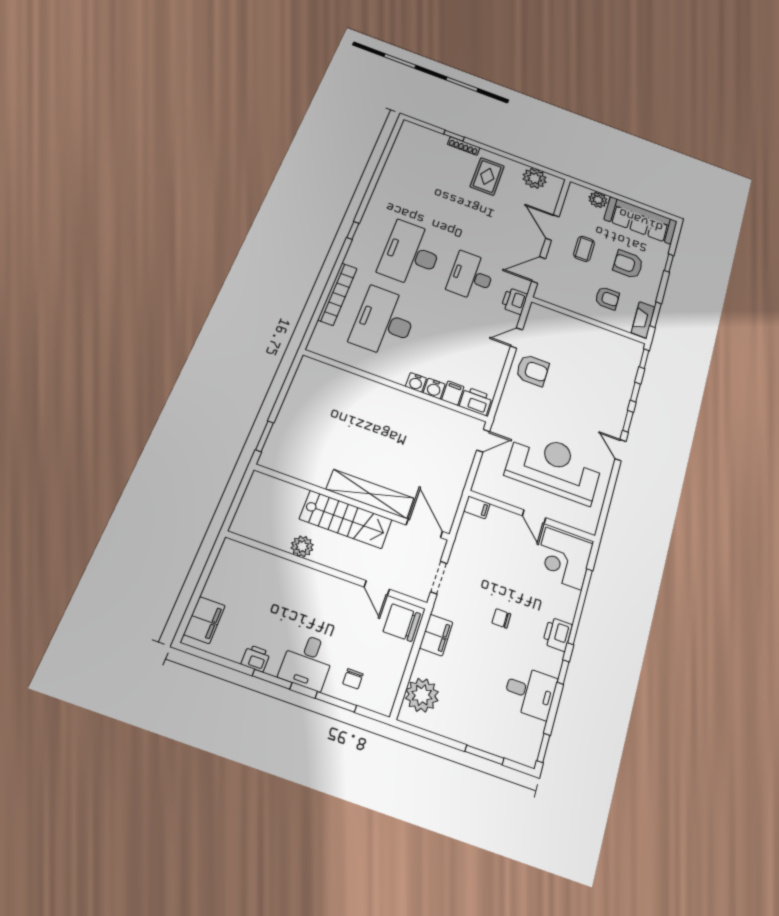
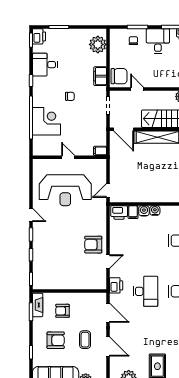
door: (539, 270) -> (108, 313), hinge flipped
corner desk: (563, 558) -> (46, 121), moved
printer: (557, 634) -> (39, 36), moved

